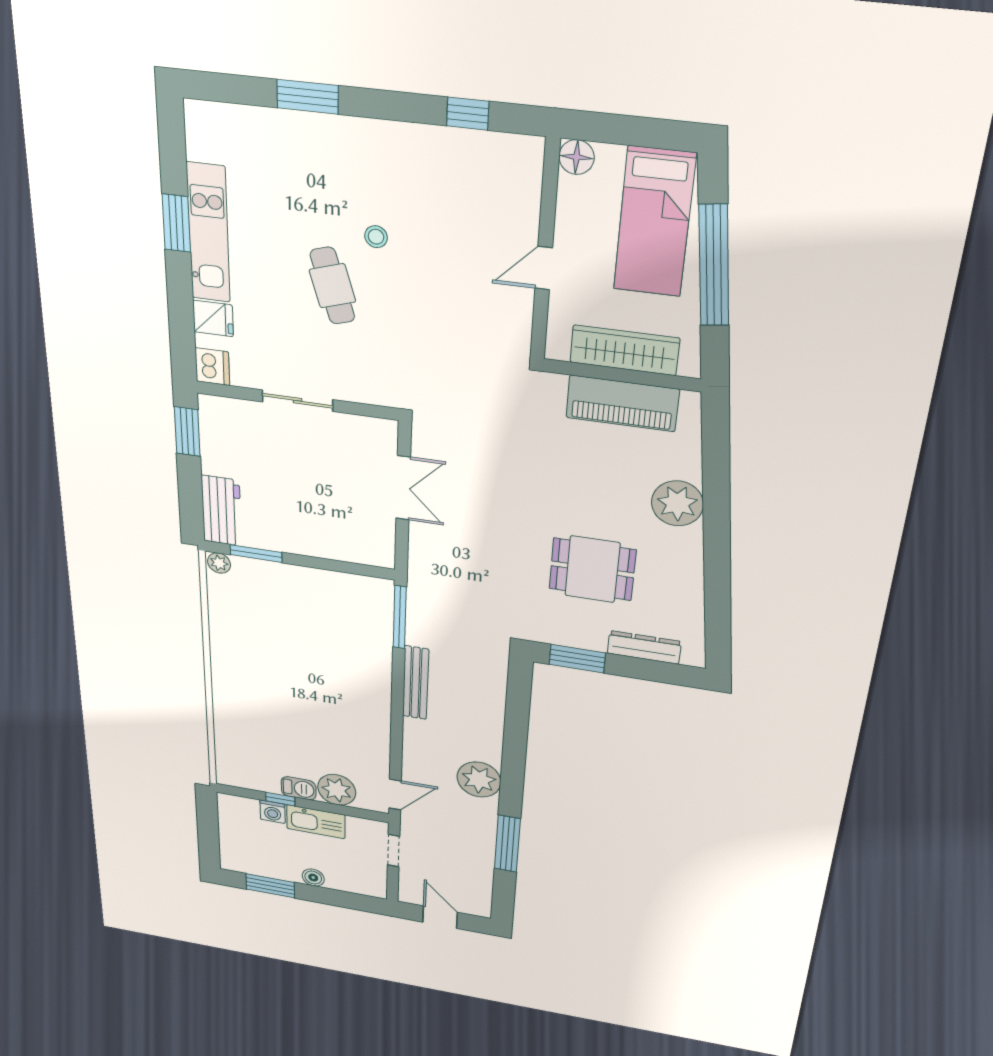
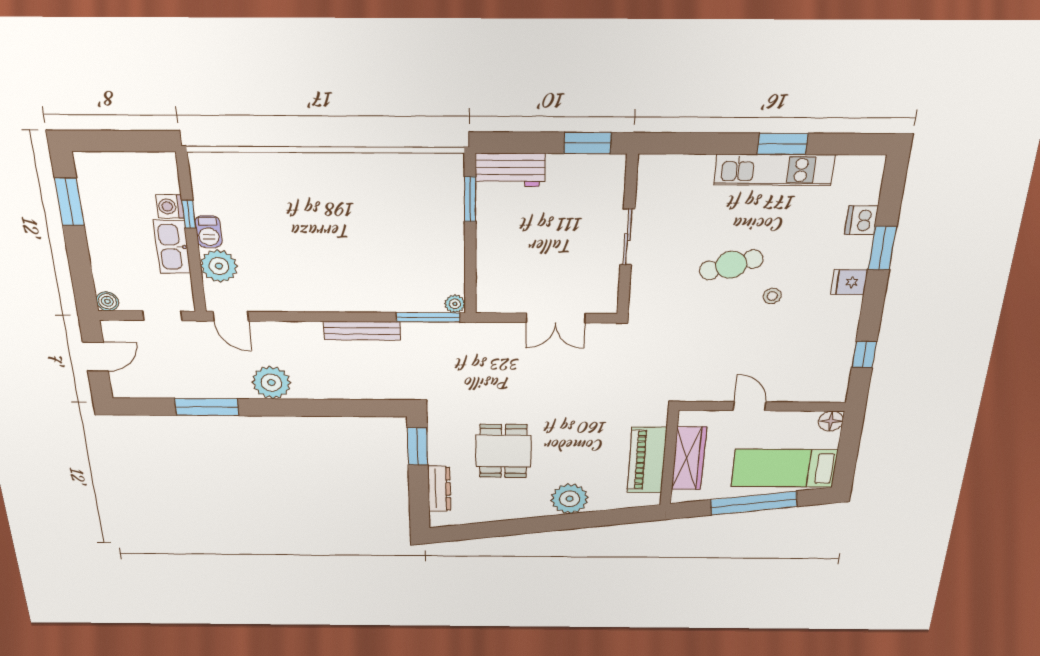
fridge: (213, 318) -> (849, 282), moved, turned 90
dishwasher: (212, 367) -> (861, 220), moved, turned 90
plant: (219, 563) -> (455, 304), moved
boiler: (313, 878) -> (107, 301), moved

